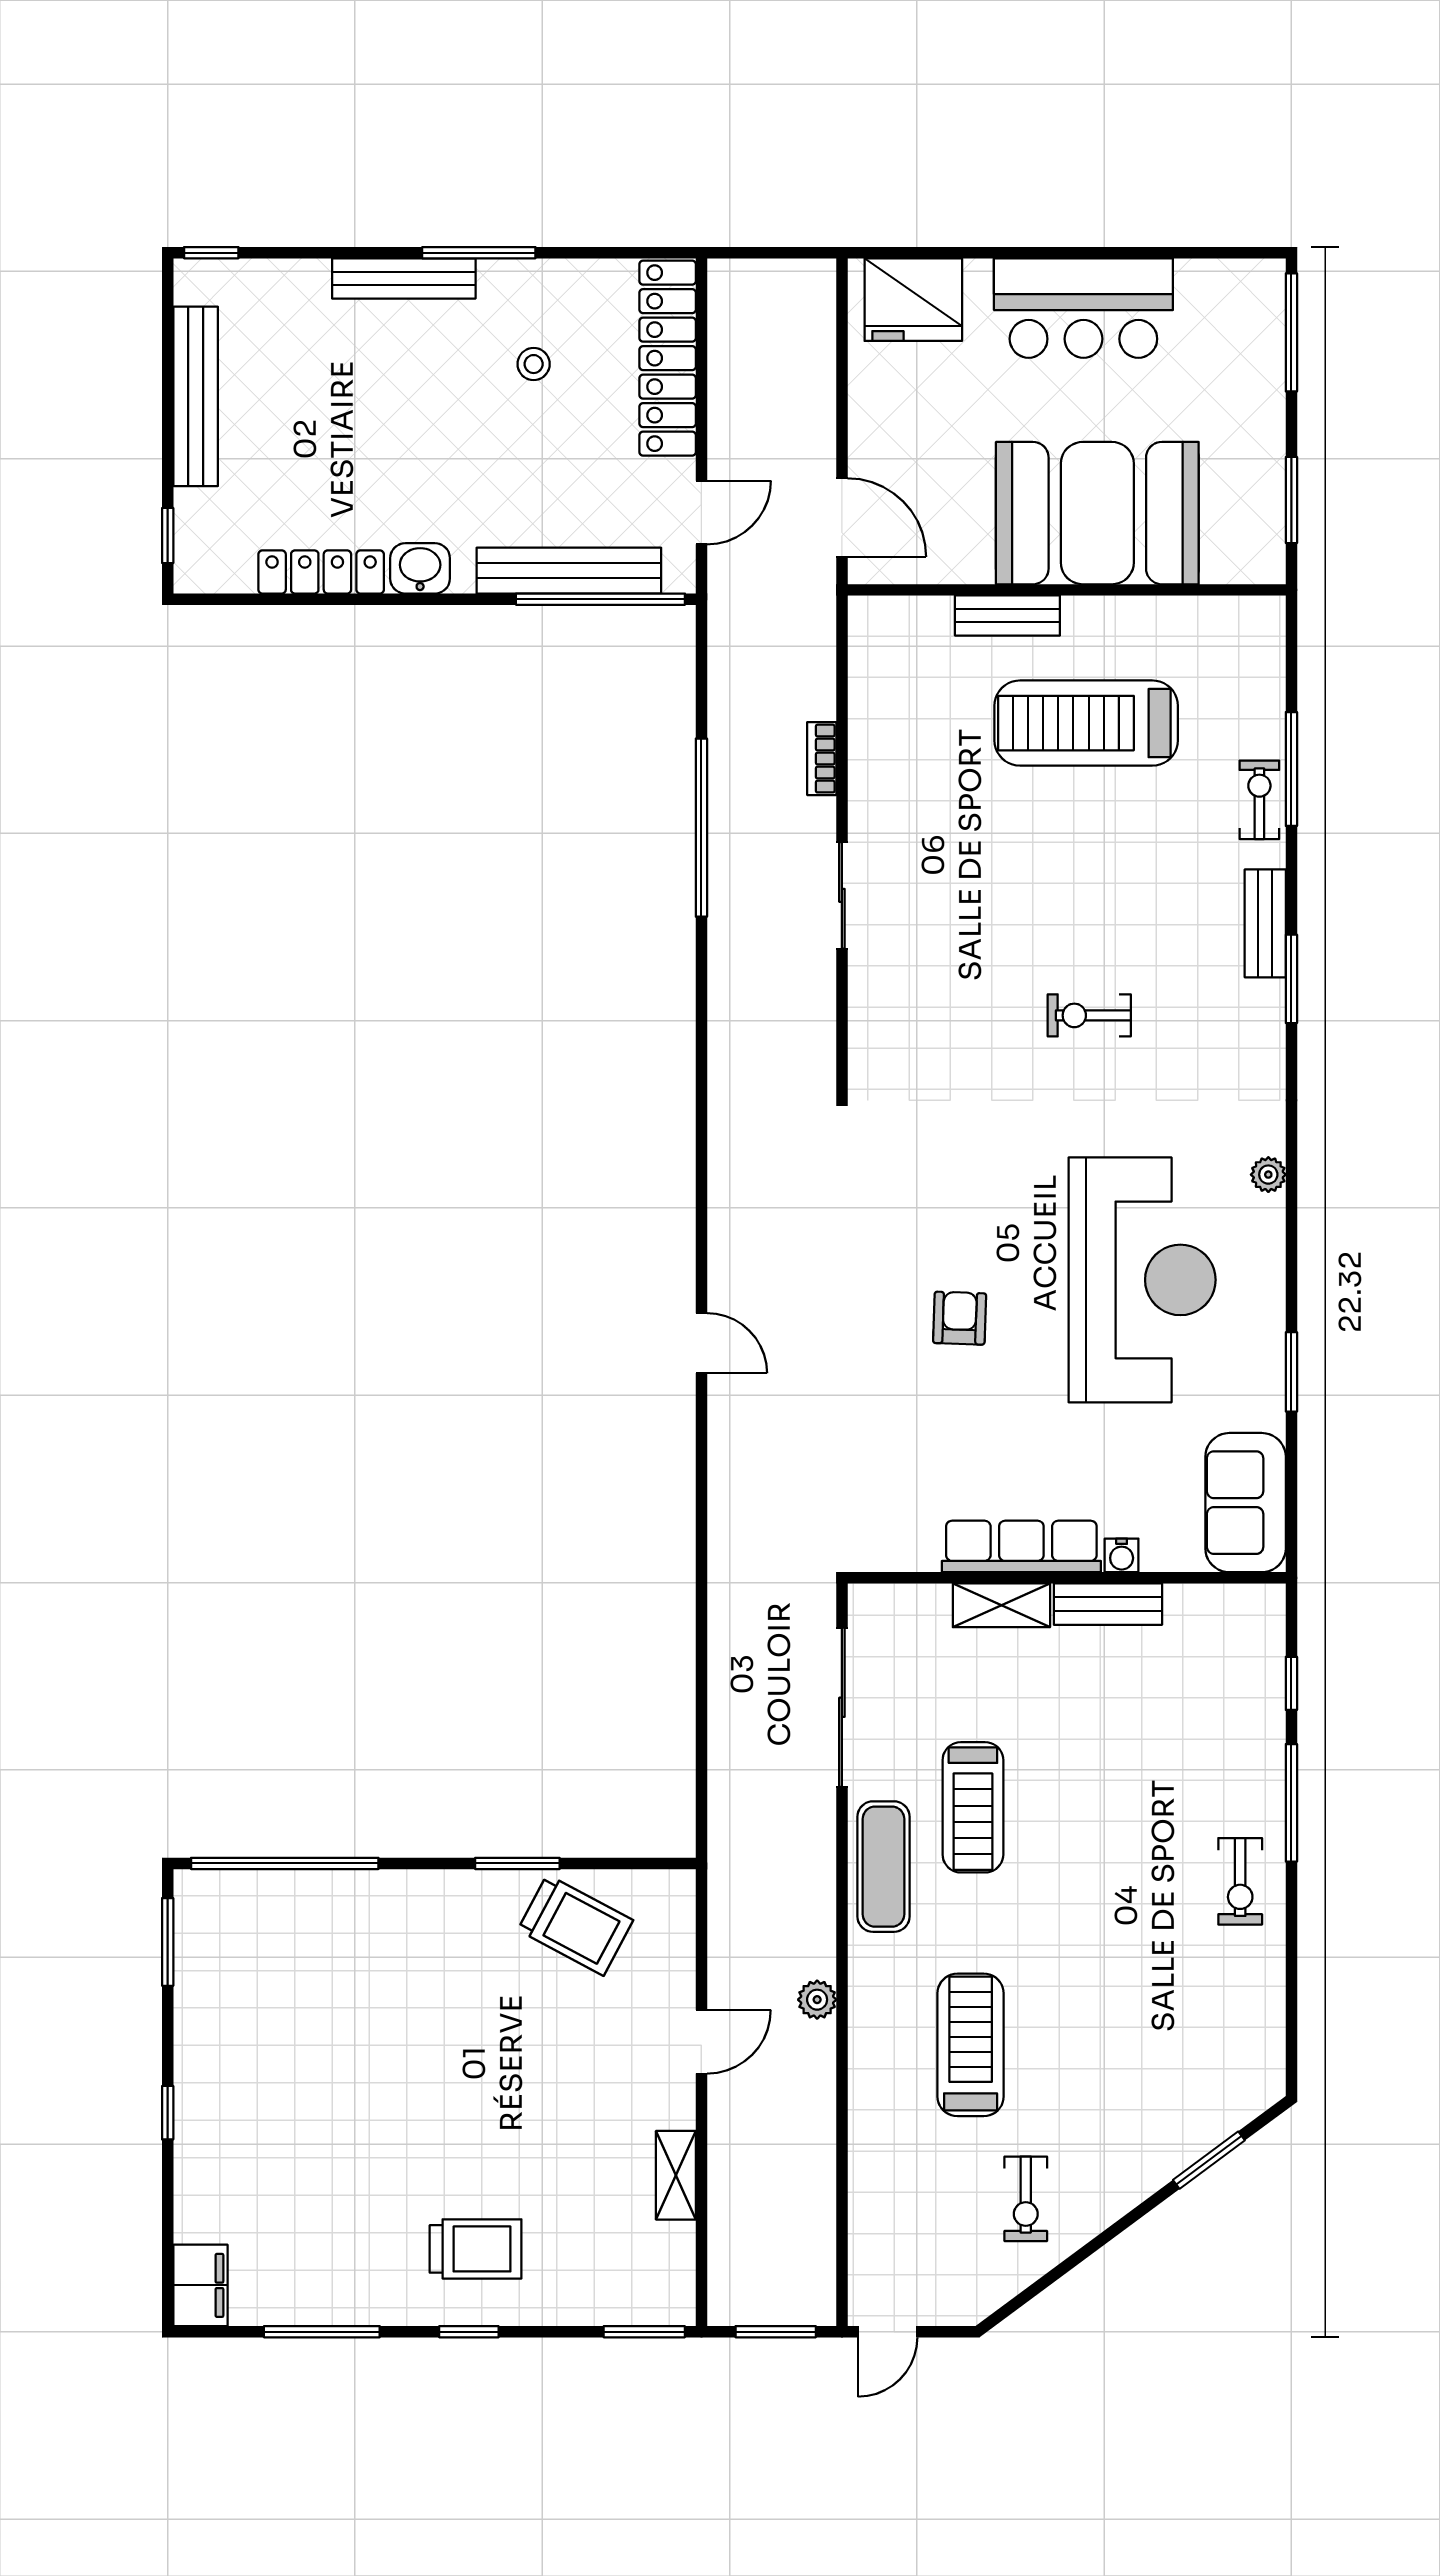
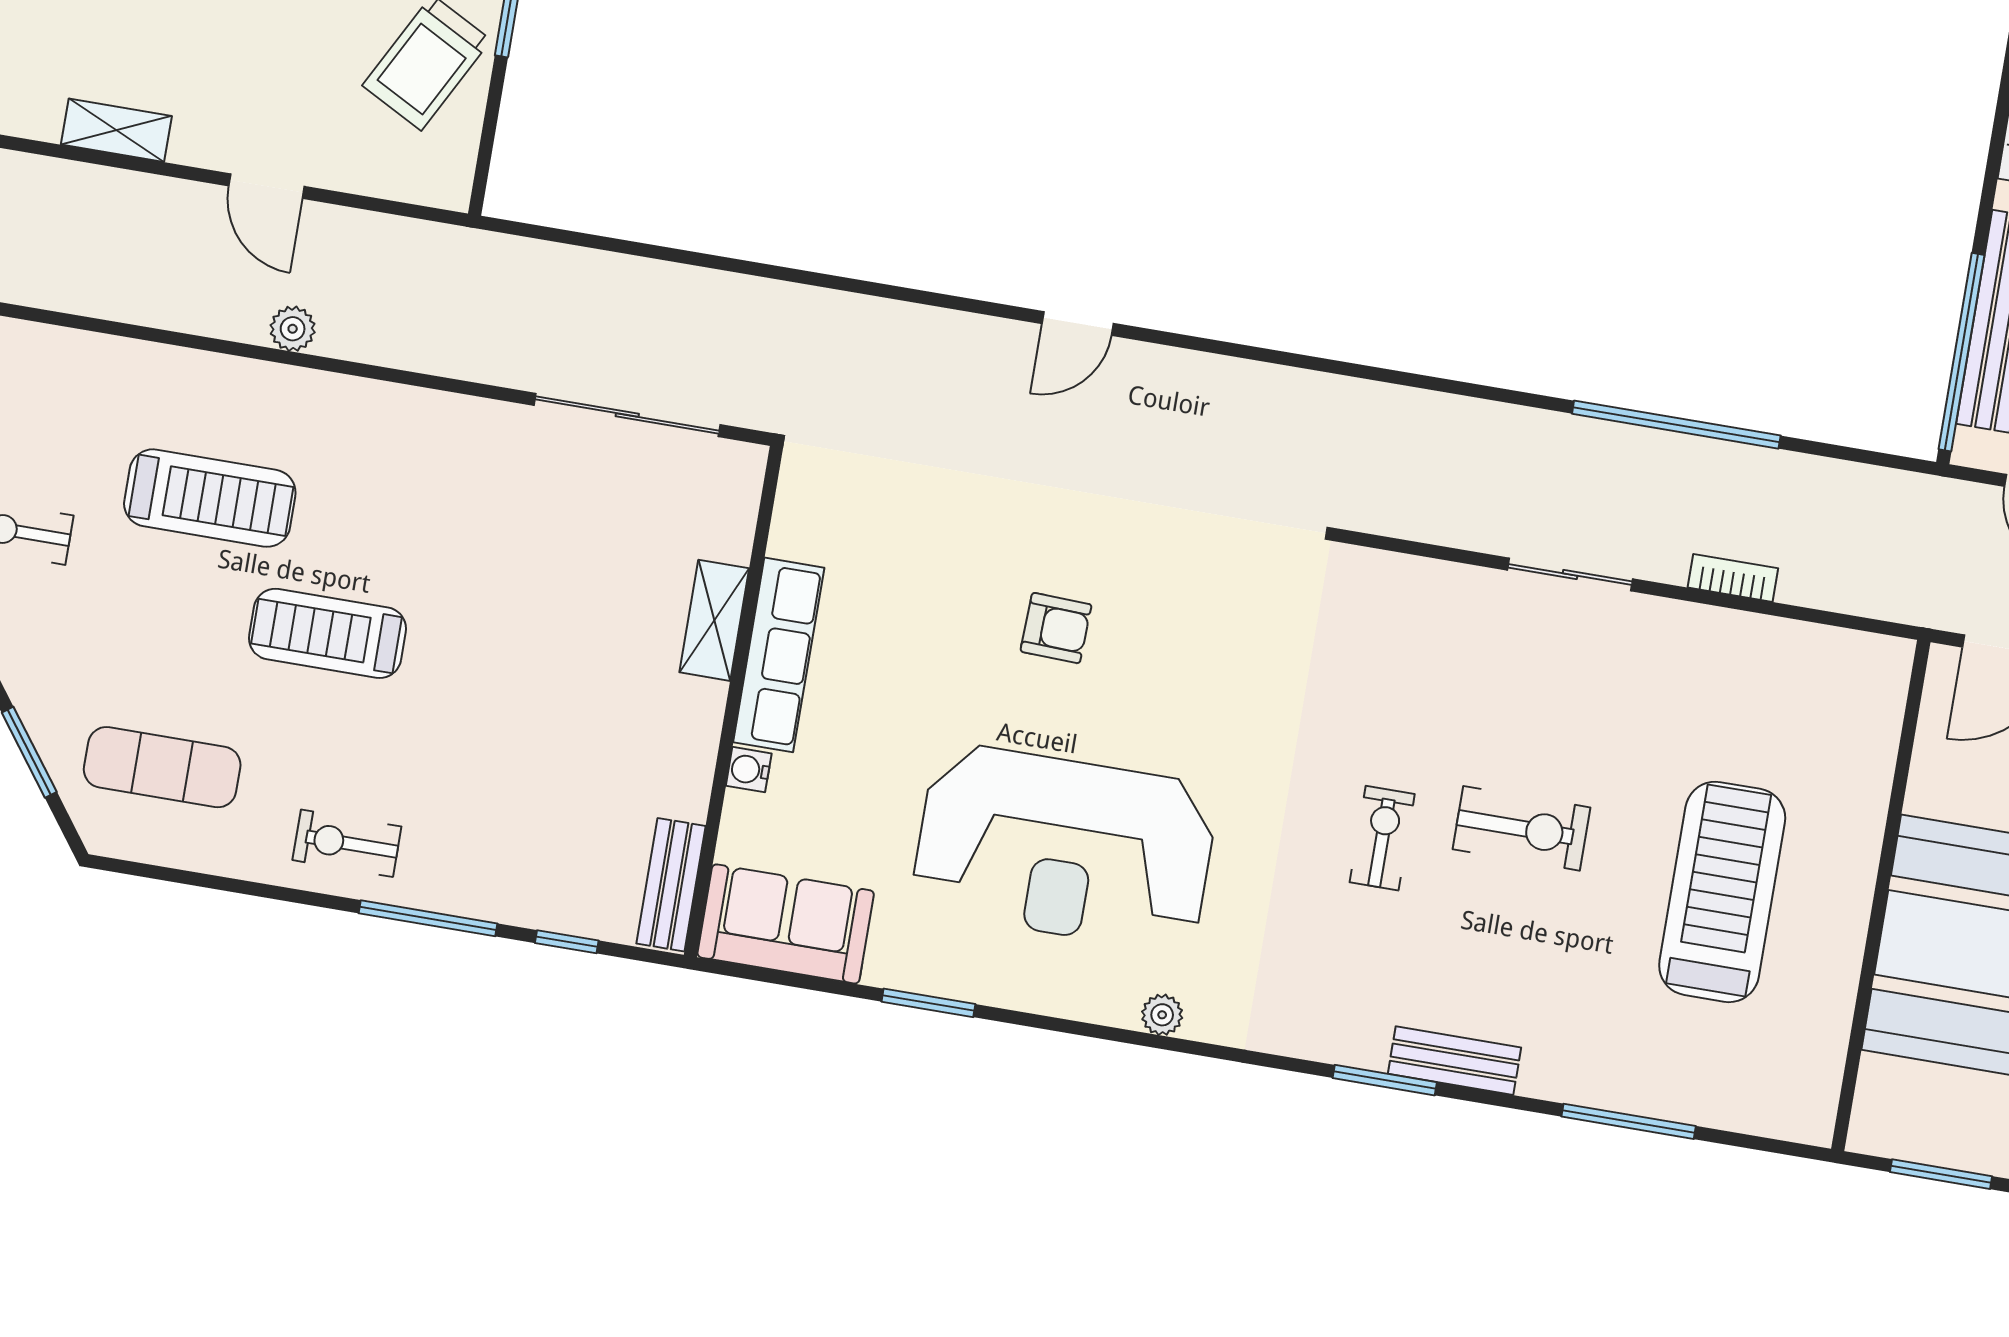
bench: (1007, 616) -> (1863, 822), removed
exercise bike: (1259, 800) -> (1521, 828), moved, width x1.38, depth x1.39
bench: (1108, 1604) -> (671, 885), moved
treadmill: (973, 1807) -> (328, 633), moved
exercise mat: (883, 1867) -> (162, 767), moved

